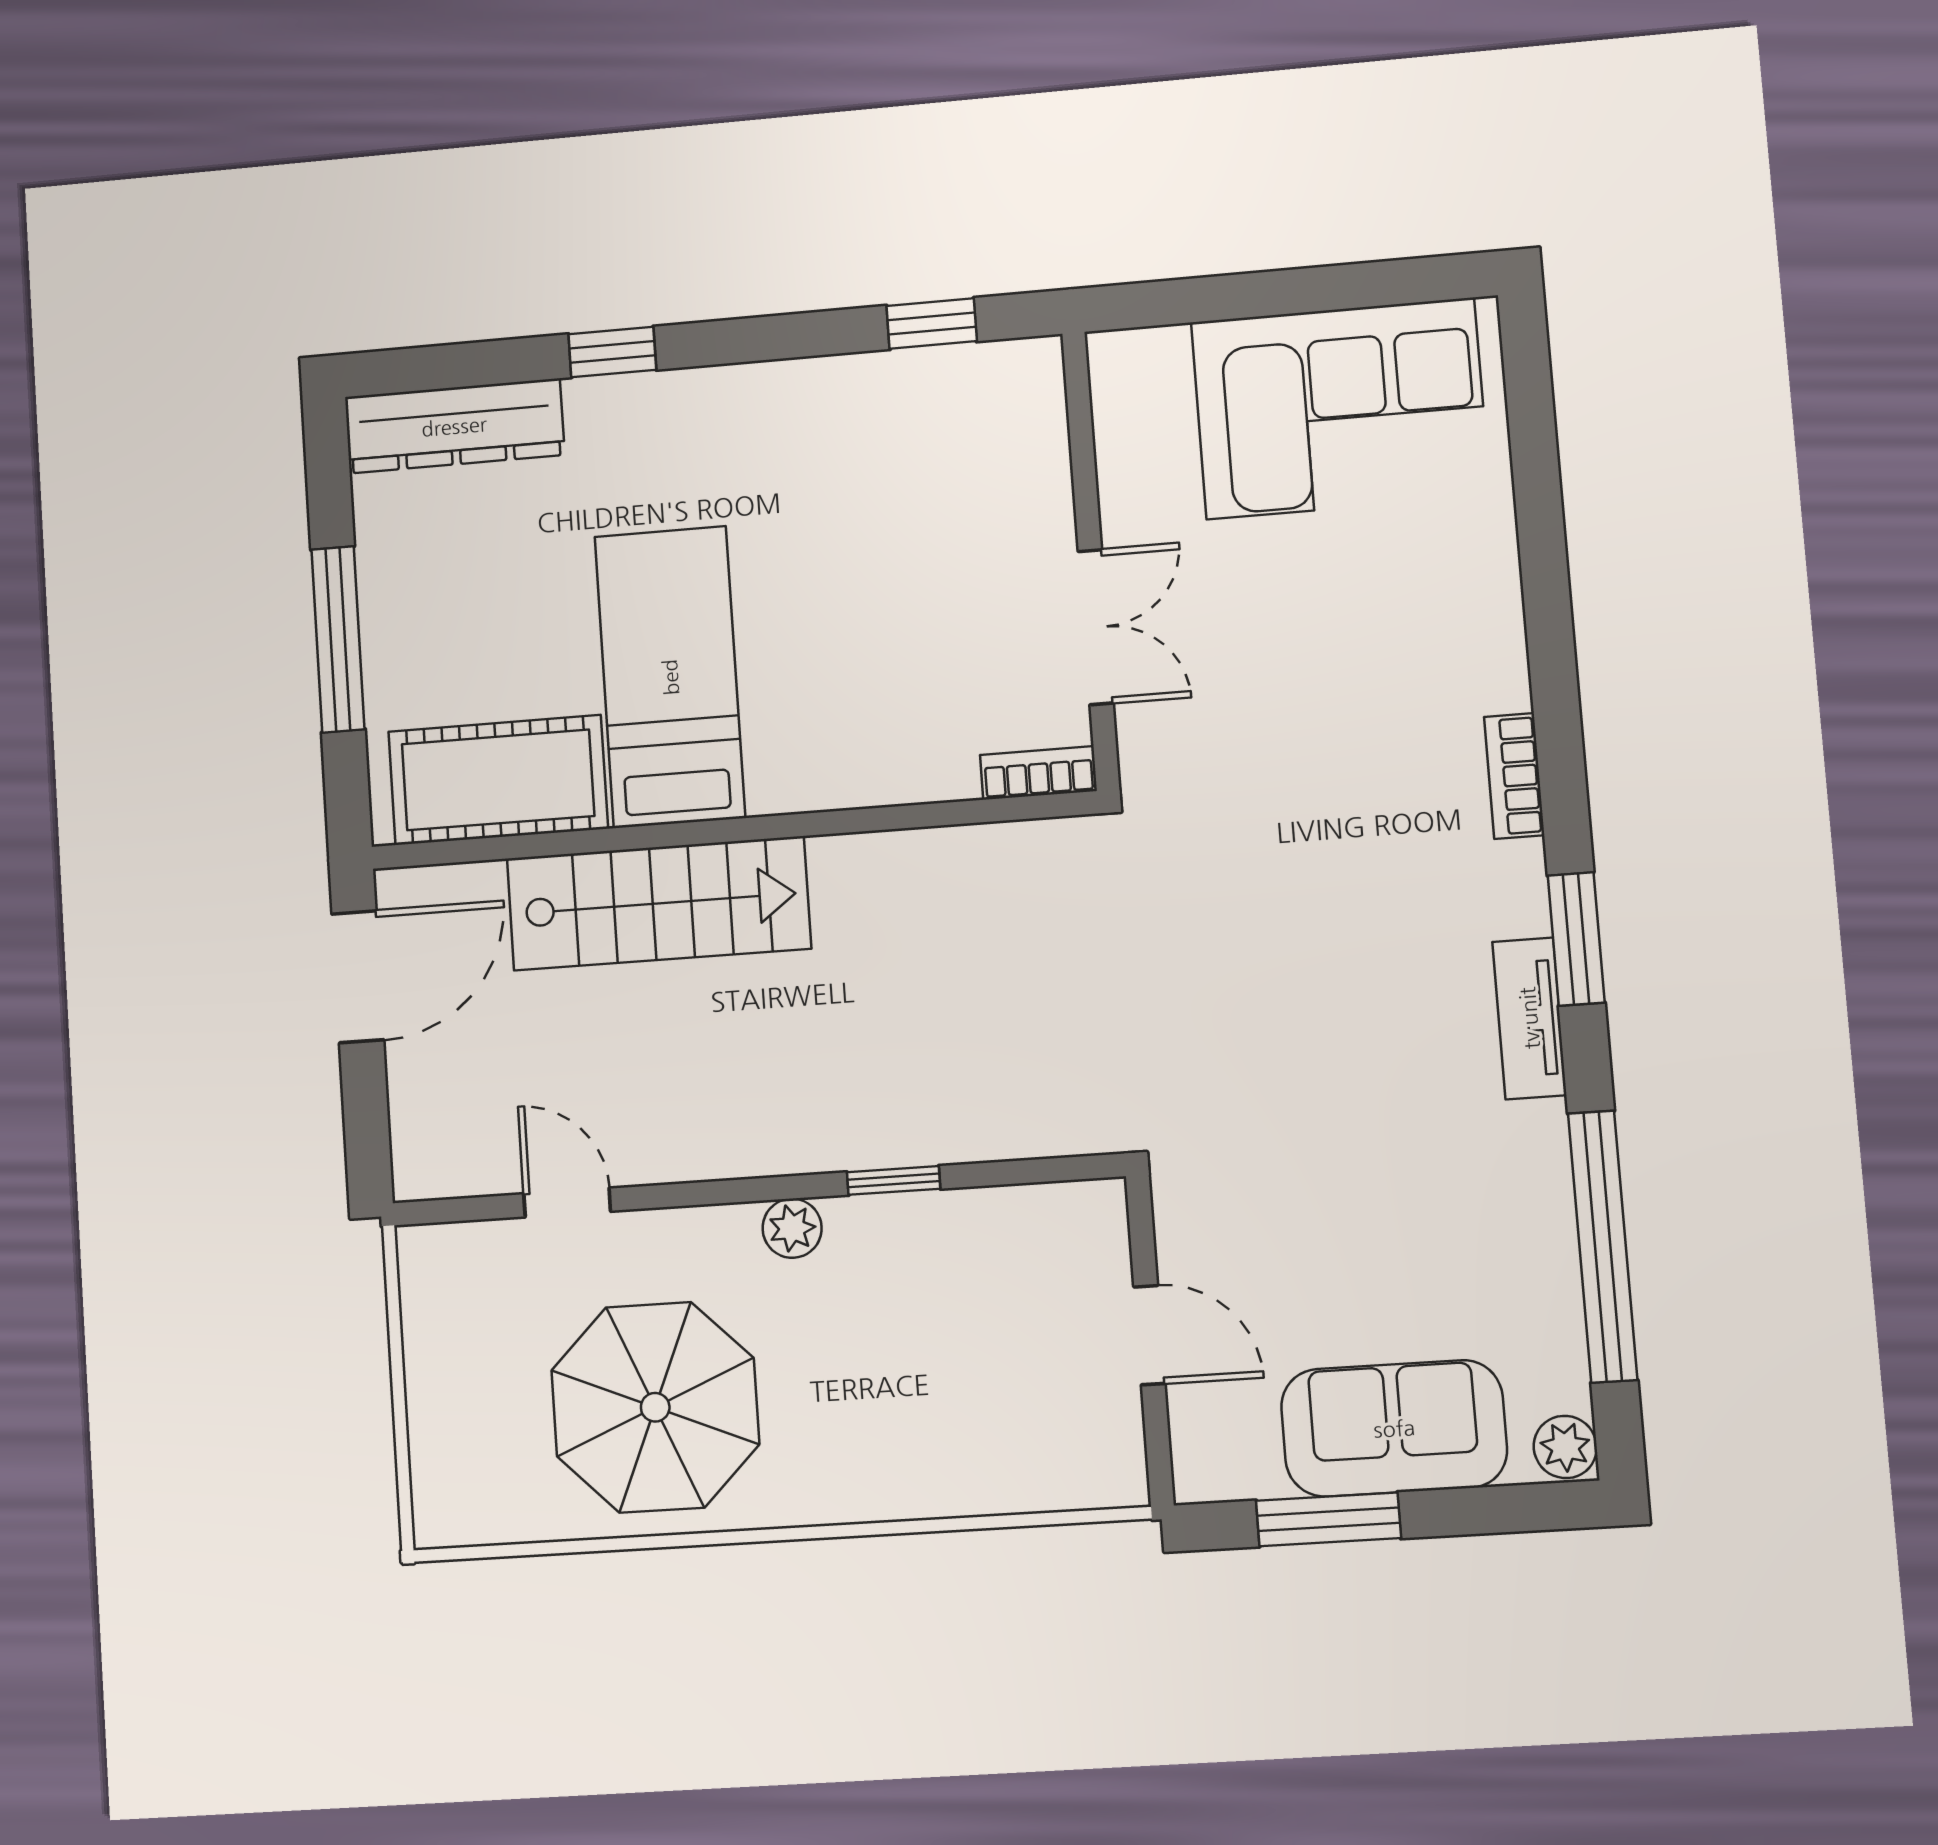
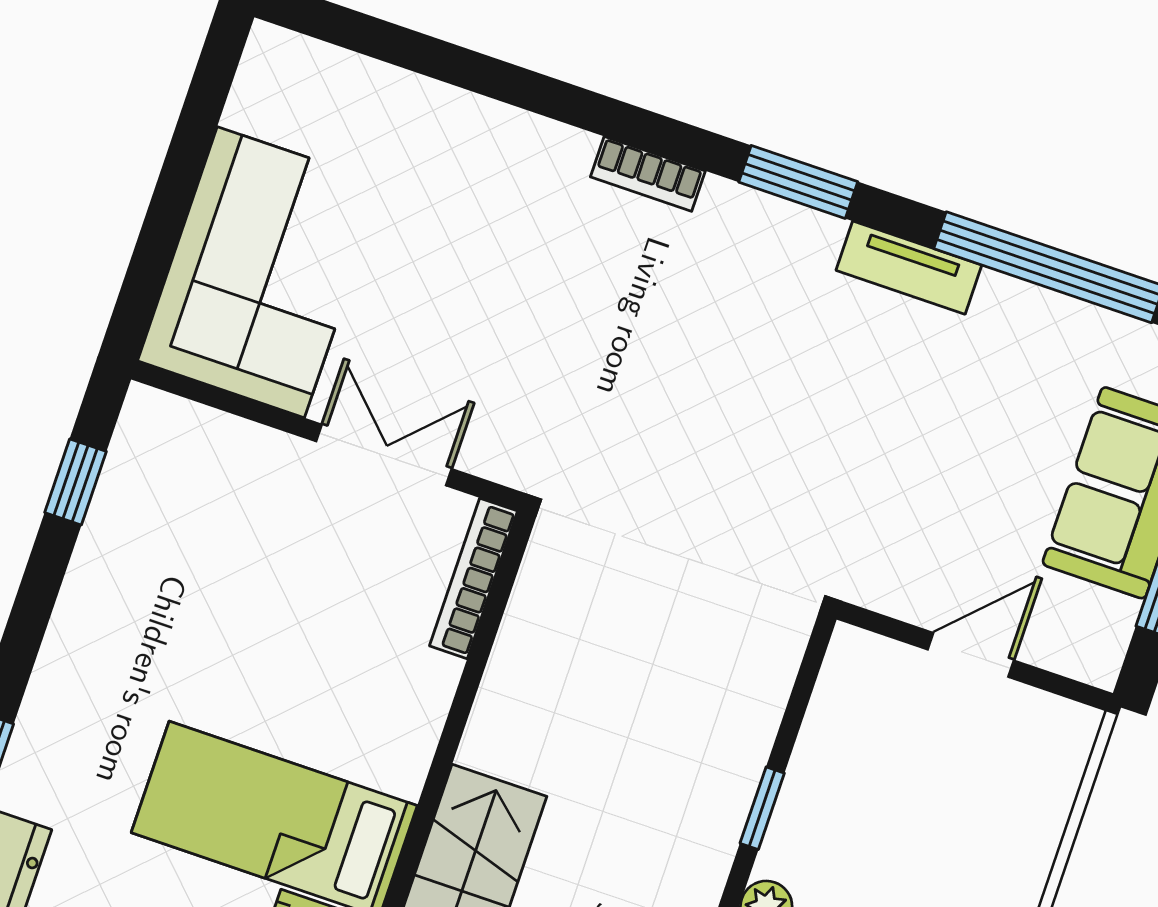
corner sofa: (1340, 409) -> (261, 272), moved
bookcase: (1038, 773) -> (474, 578), width x1.56
tv unit: (1529, 1018) -> (909, 268), moved

